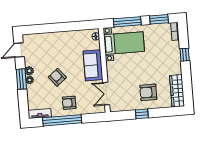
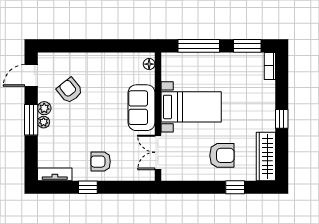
bed with nightstands: (124, 43) -> (191, 107), moved
window: (185, 55) -> (282, 119), moved
armchair: (57, 77) -> (70, 90), moved
armchair: (148, 92) -> (222, 155), turned 180
window: (142, 114) -> (235, 187), moved
window: (62, 120) -> (88, 187), width x0.32

